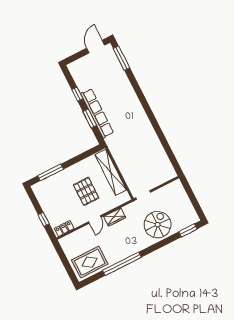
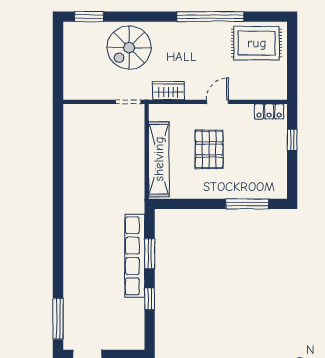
wardrobe: (115, 217) -> (168, 91), moved

